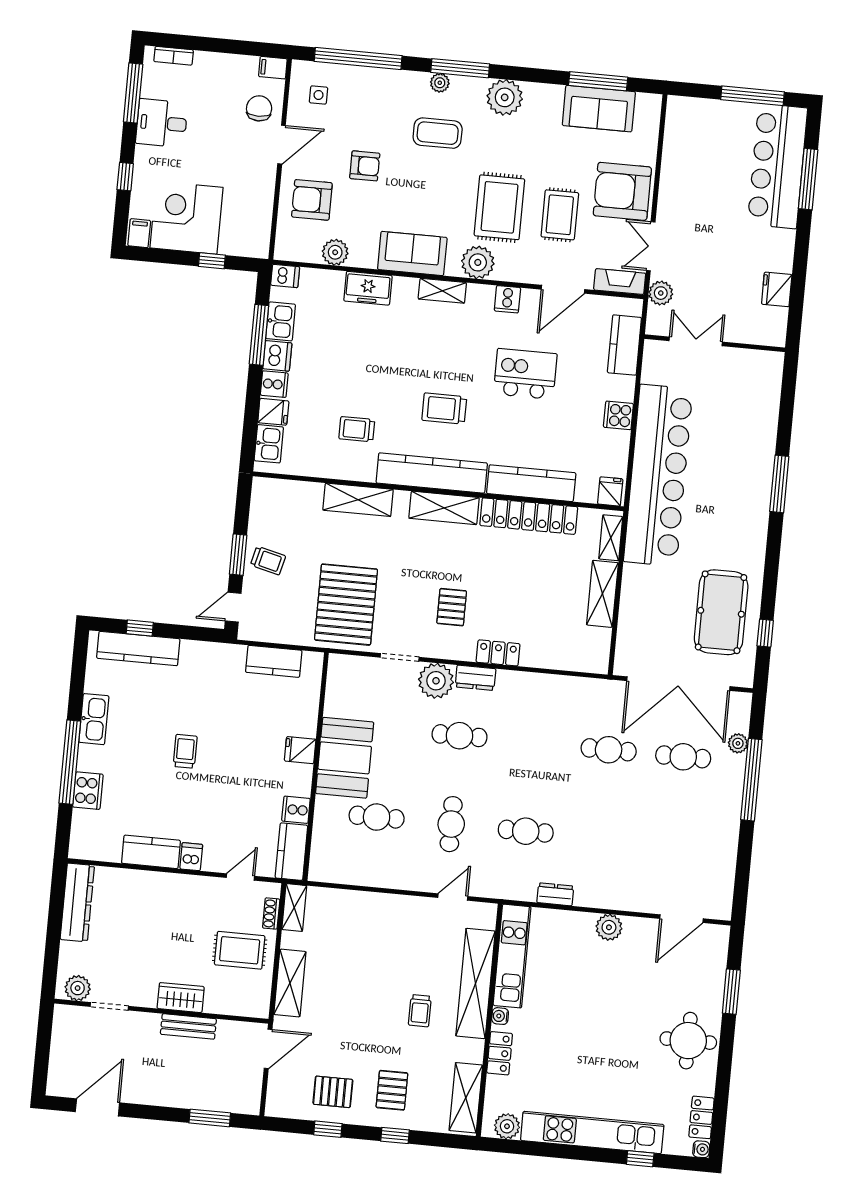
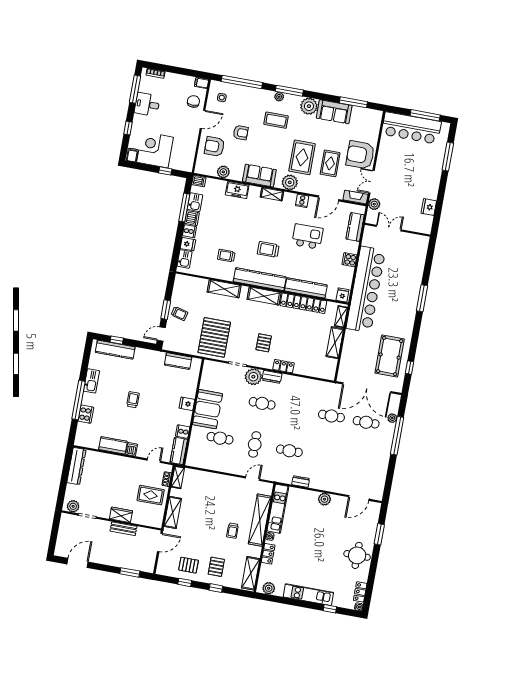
sofa: (599, 109) -> (334, 112), moved
bar counter: (777, 166) -> (411, 128), moved, turned -90
kitchen unit: (592, 1132) -> (308, 595), width x0.73

